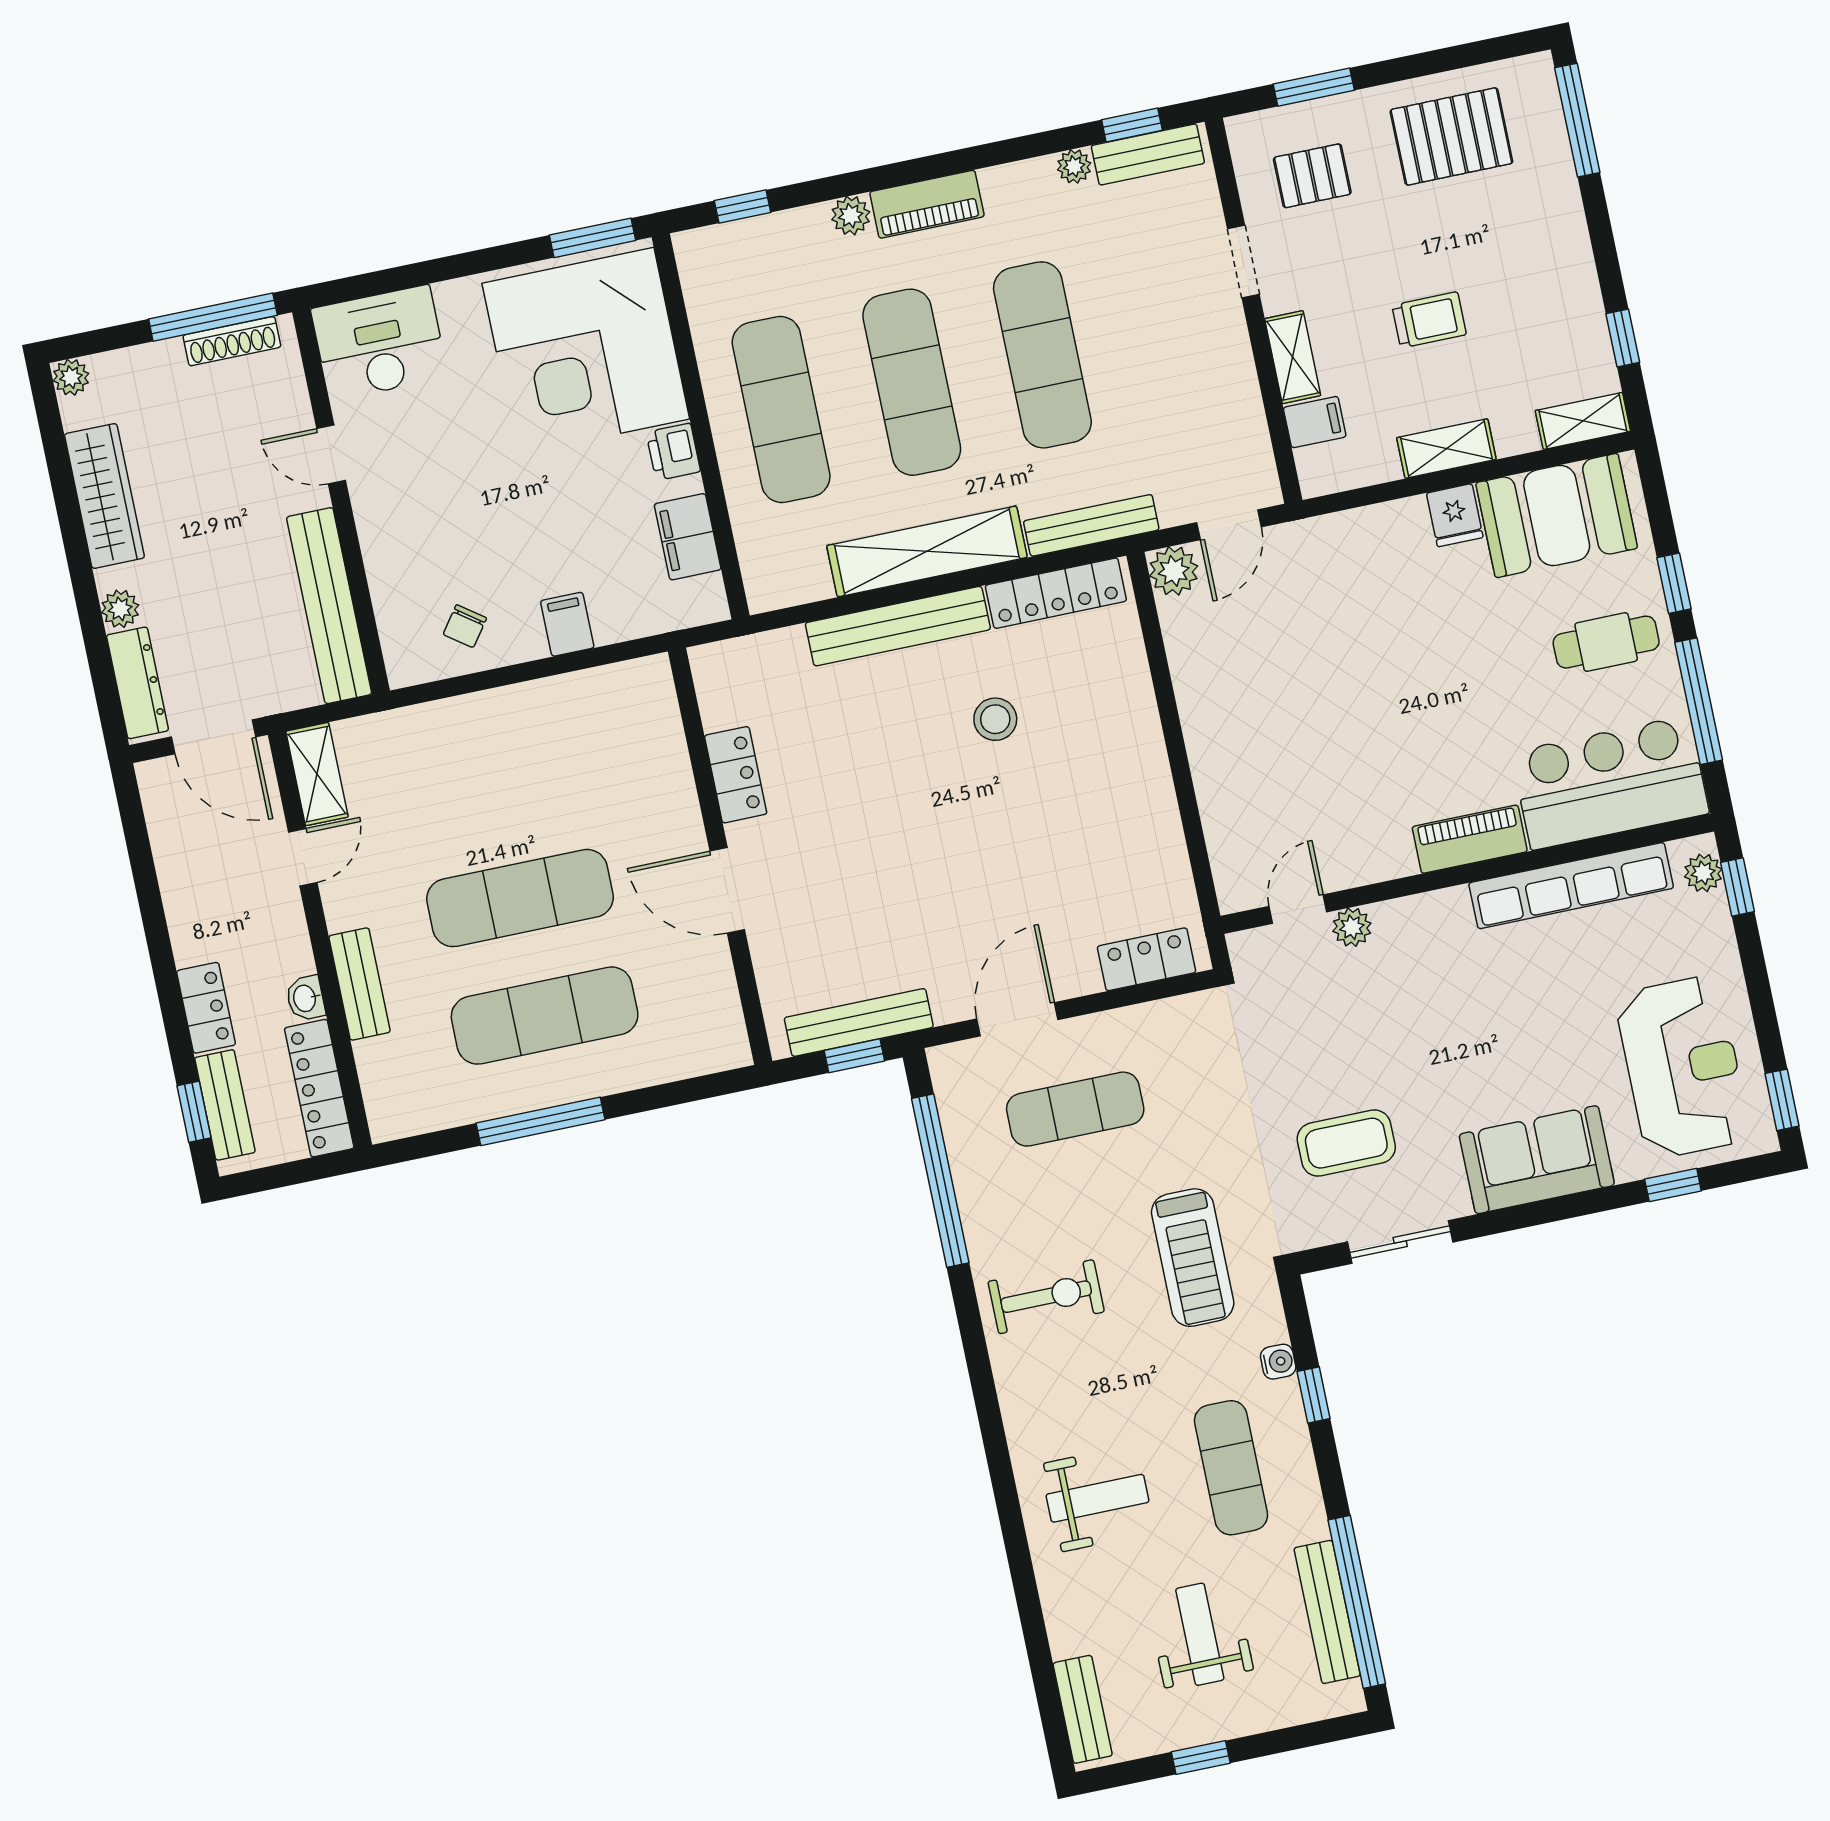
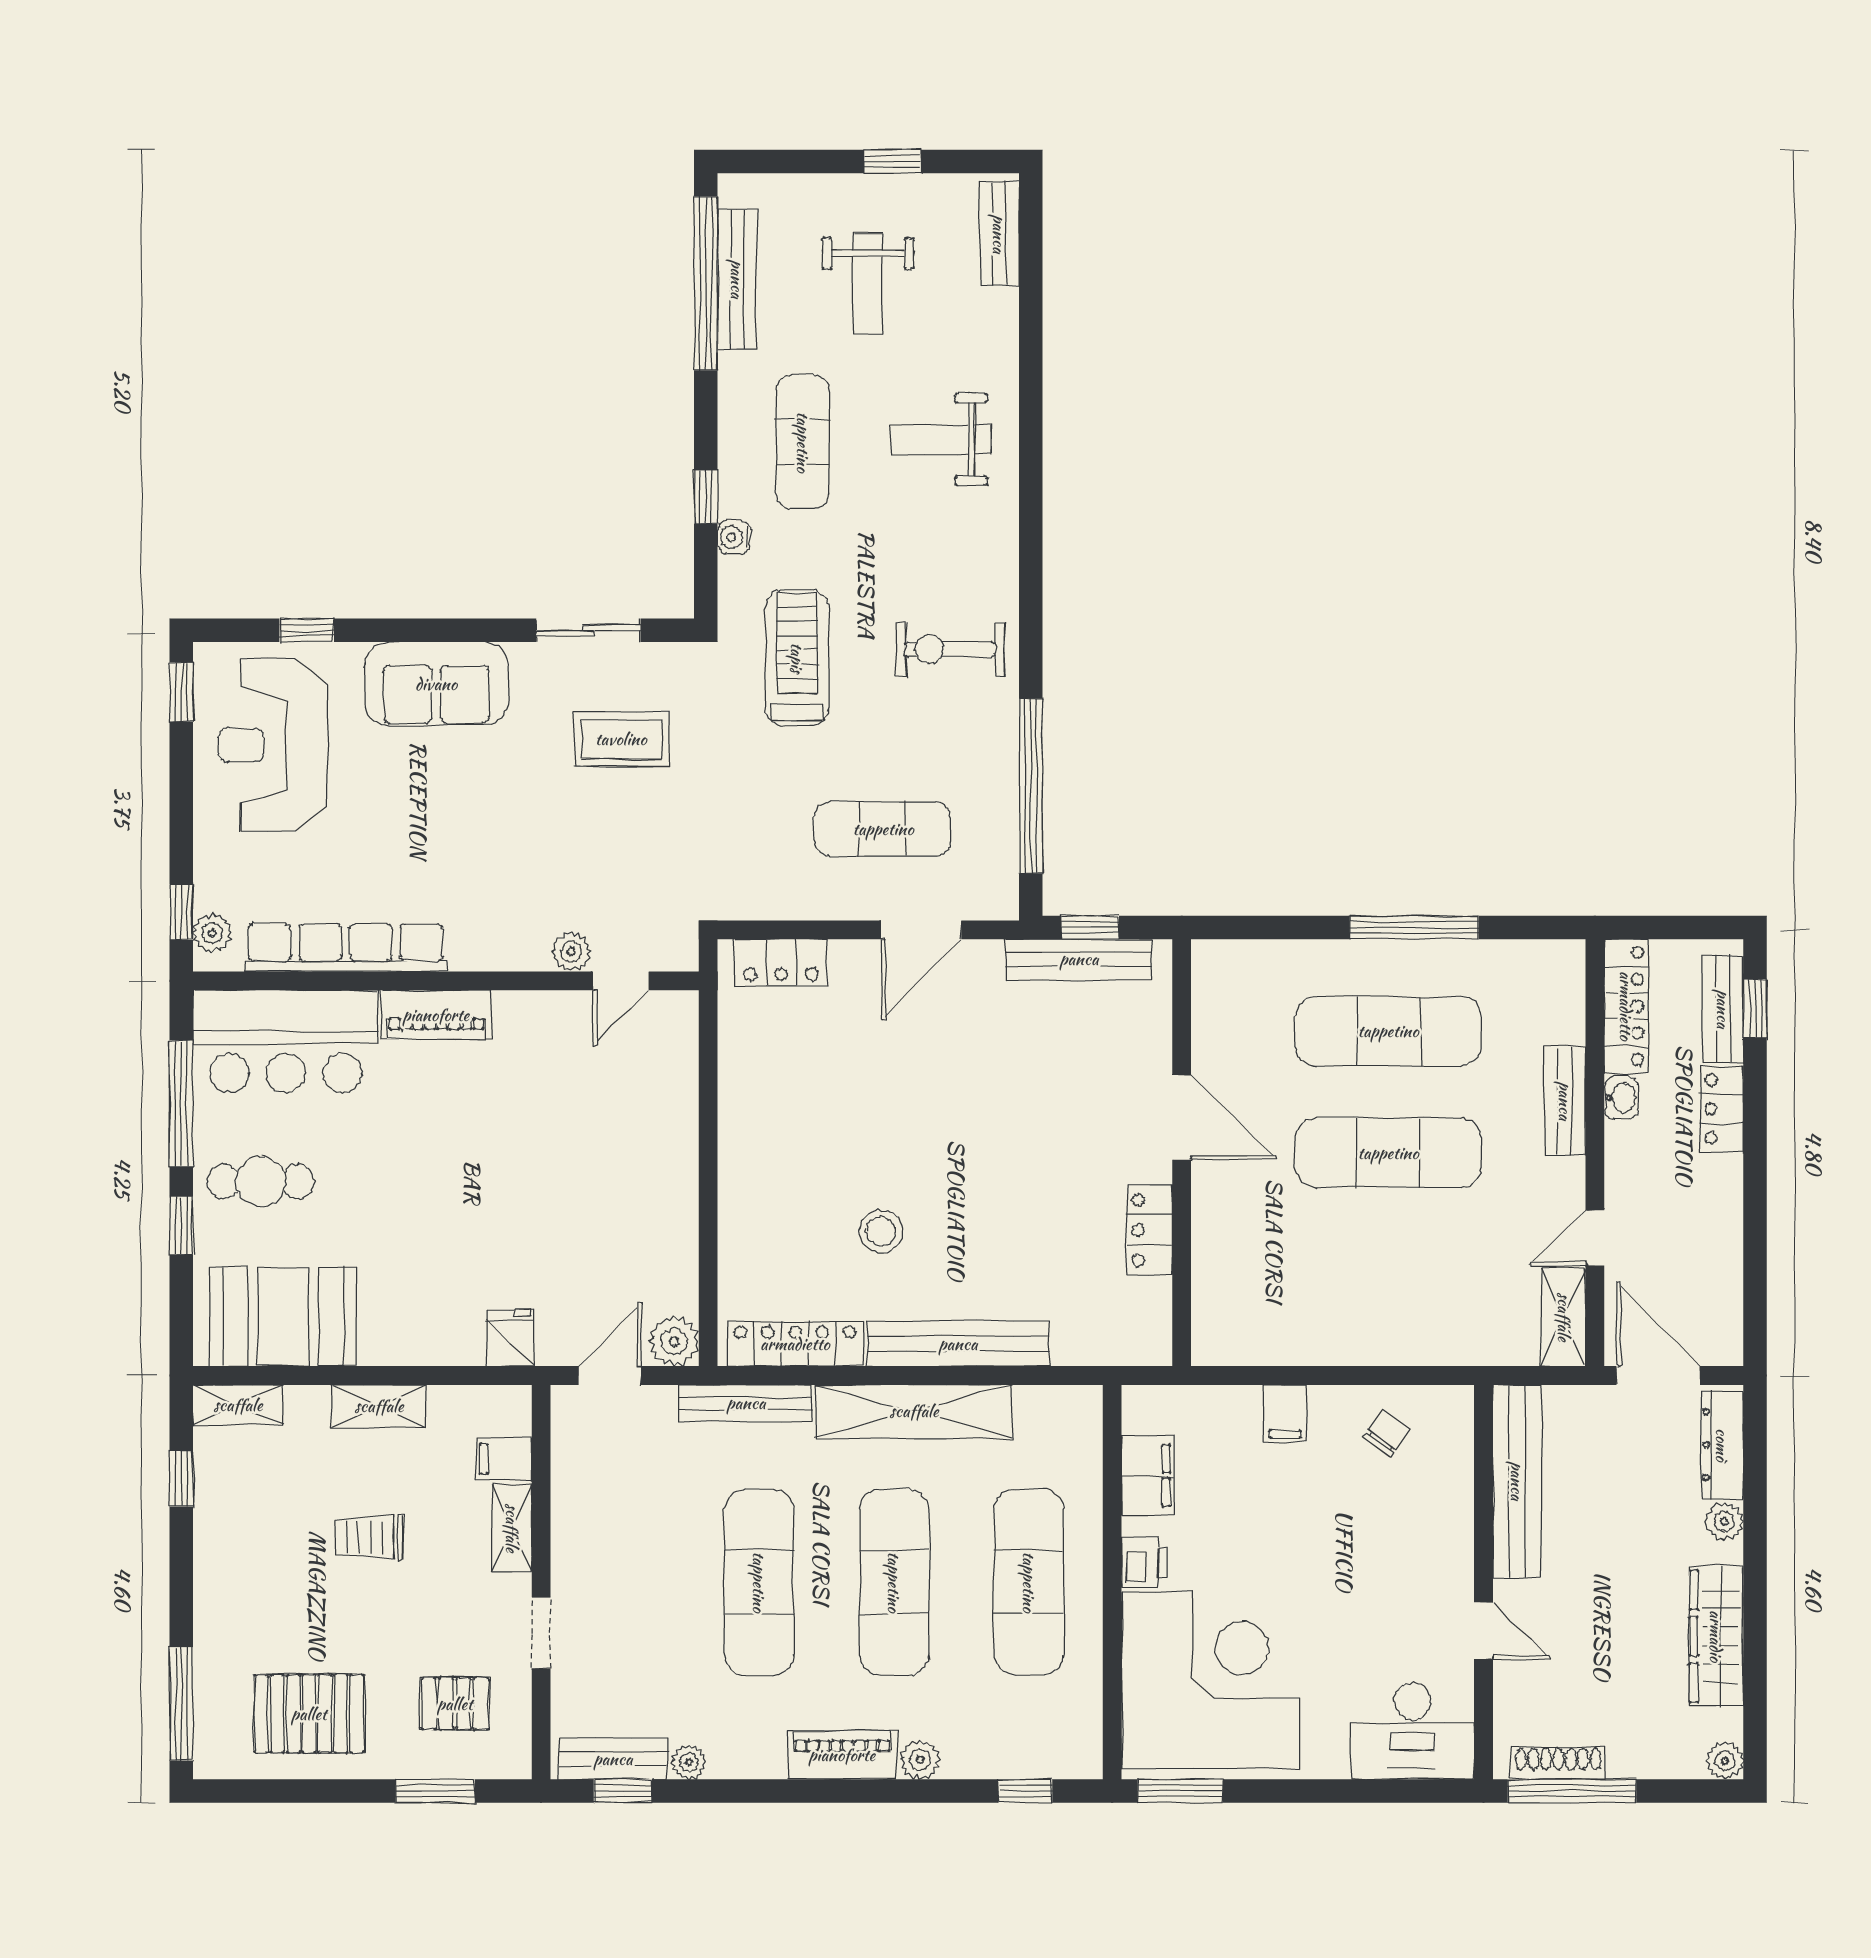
fridge: (1455, 515) -> (510, 1338), moved

